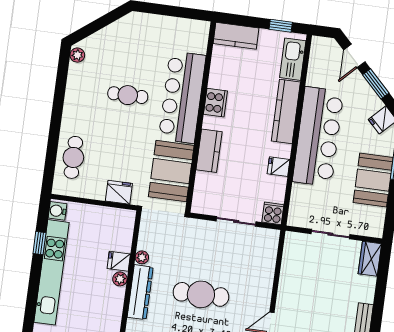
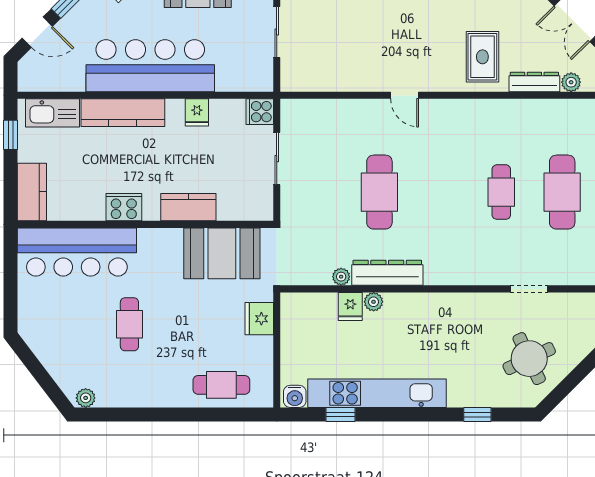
bar counter: (182, 97) -> (77, 252), moved

